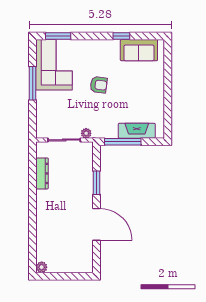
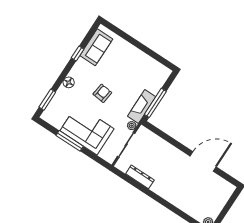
floor lamp: (88, 46) -> (69, 82), added
corner sofa: (54, 65) -> (87, 130), moved
fireplace: (137, 131) -> (142, 106), moved
window: (97, 183) -> (173, 142), removed

